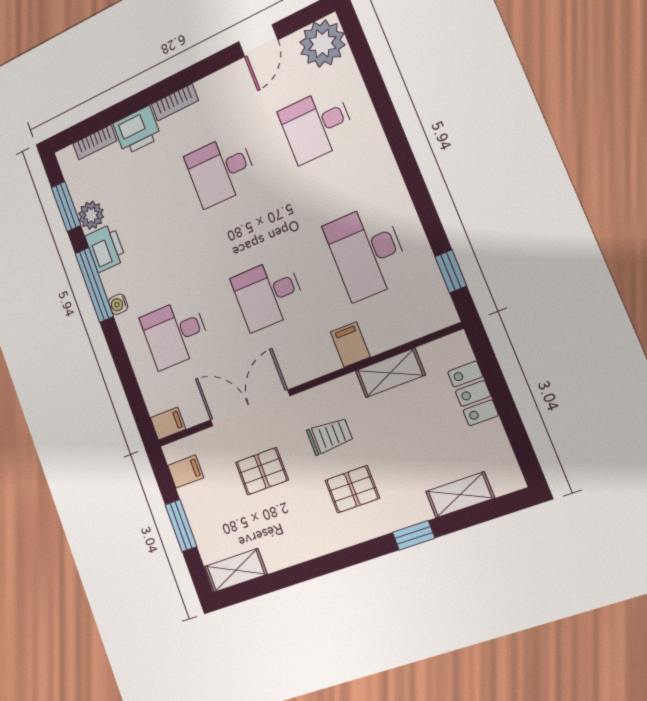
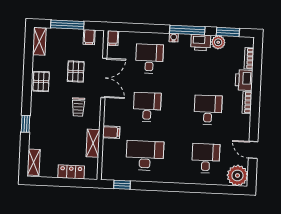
pallet: (352, 489) -> (41, 81), moved
shelving: (460, 495) -> (34, 162), moved
window: (181, 526) -> (67, 25), width x1.44

